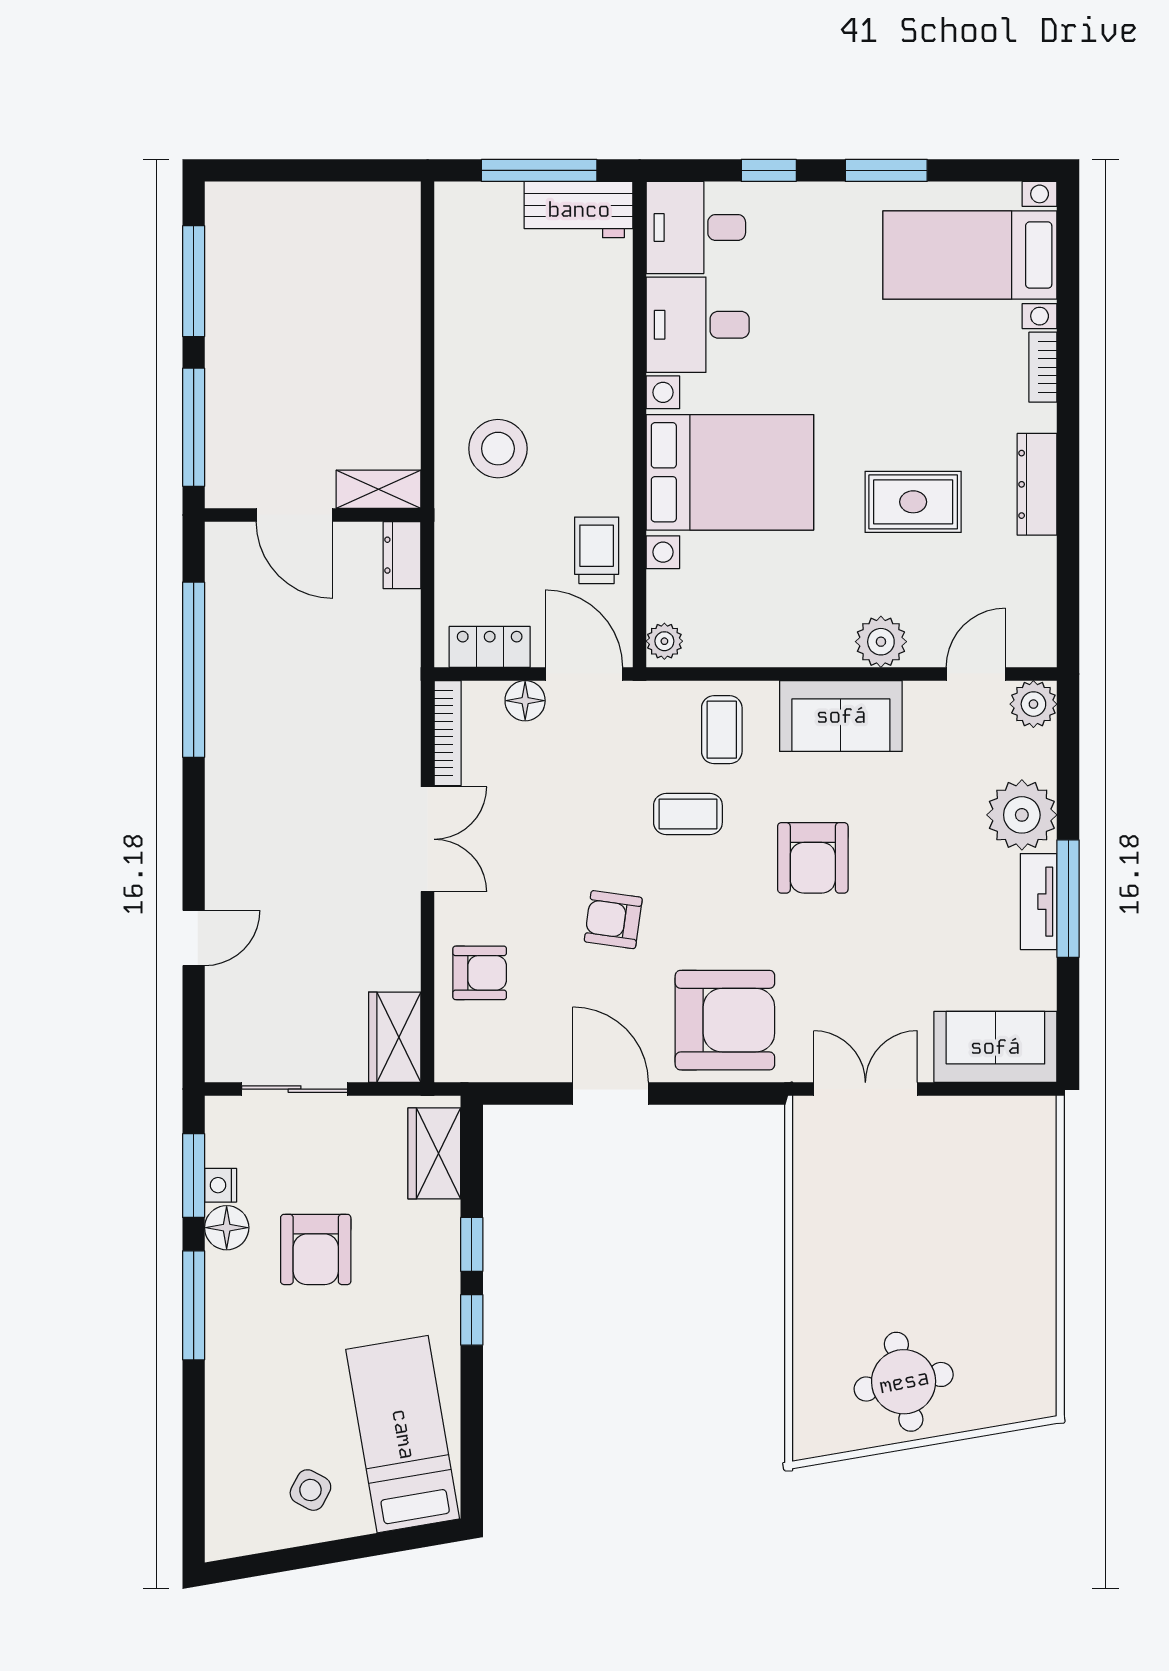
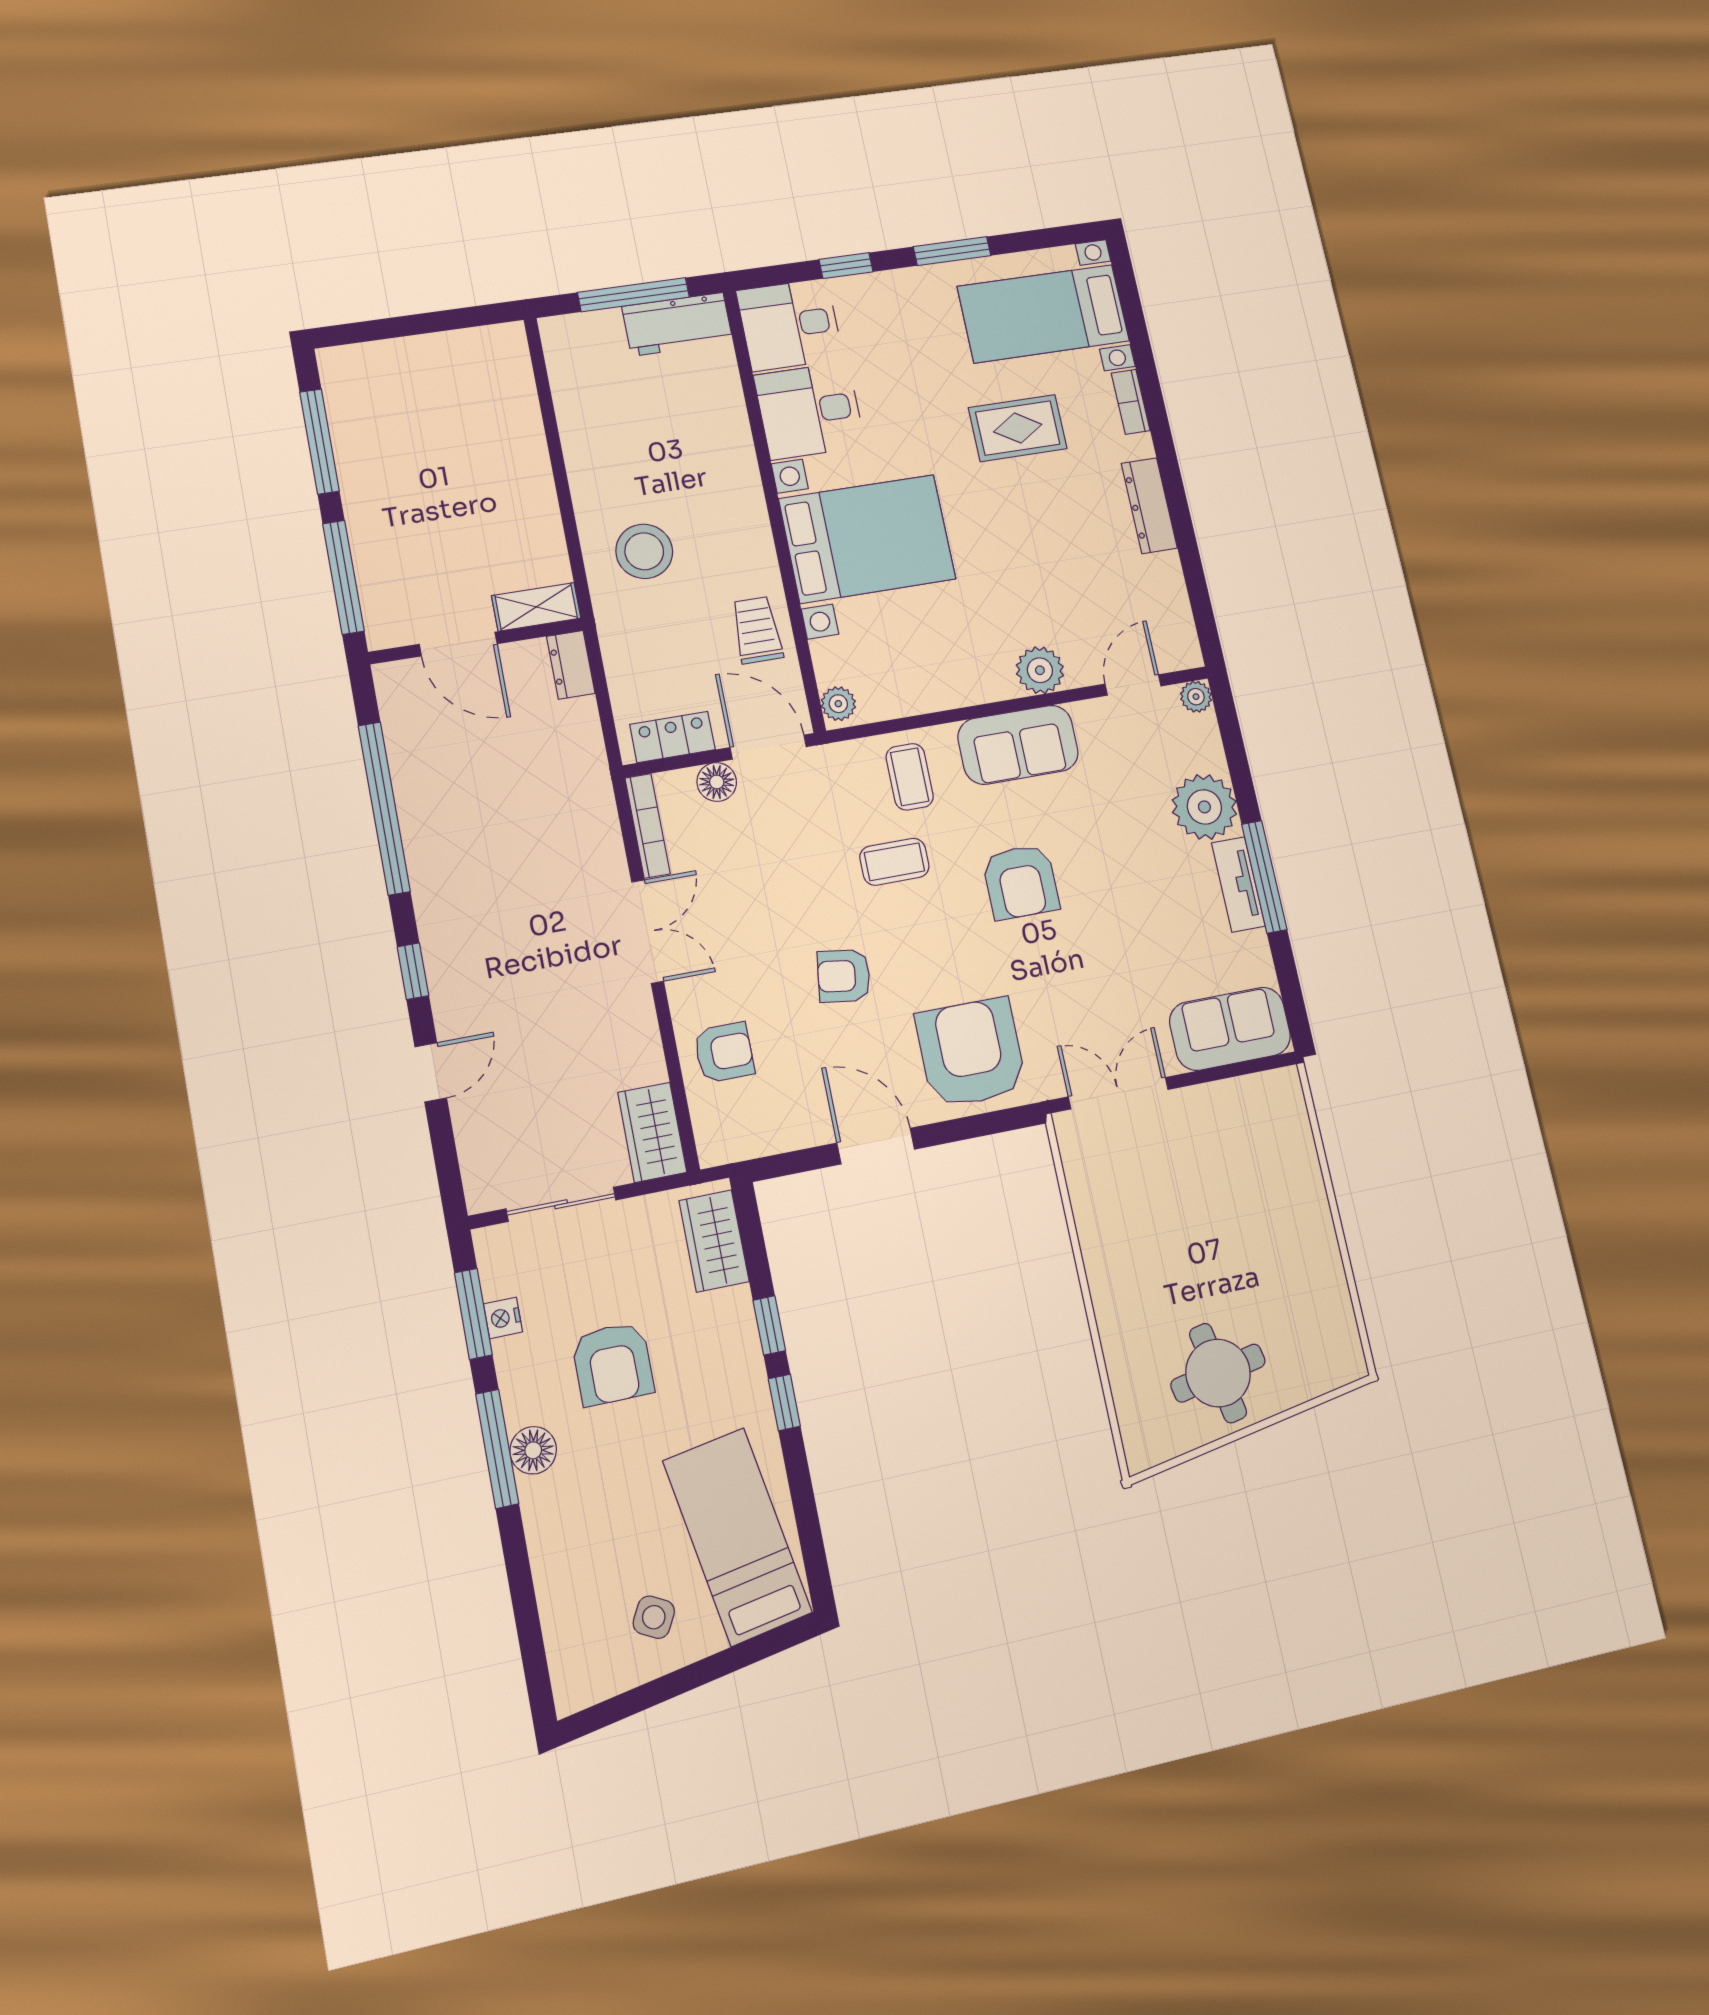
rug: (913, 502) -> (1018, 428), moved
plant: (1033, 704) -> (1196, 697), width x0.73, depth x0.73
window: (194, 836) -> (413, 971), added
armchair: (725, 1020) -> (971, 1053), turned -90
floor lamp: (227, 1228) -> (533, 1450), moved

